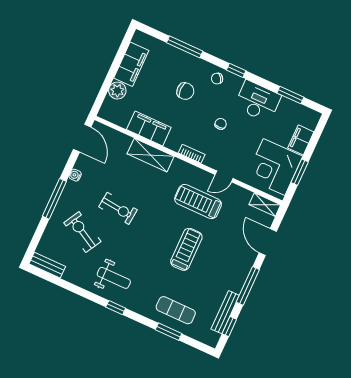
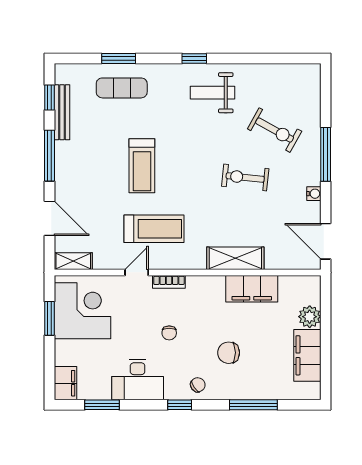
filing cabinet: (301, 140) -> (65, 383), moved
bookcase: (192, 154) -> (169, 282), moved
bench: (47, 265) -> (298, 72), removed

